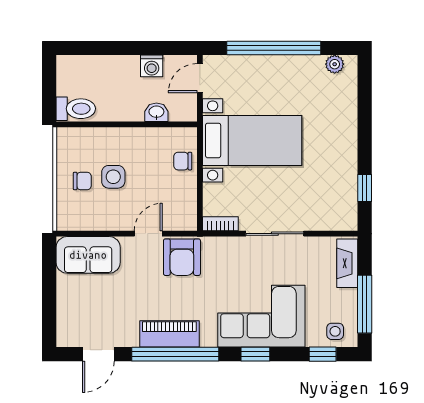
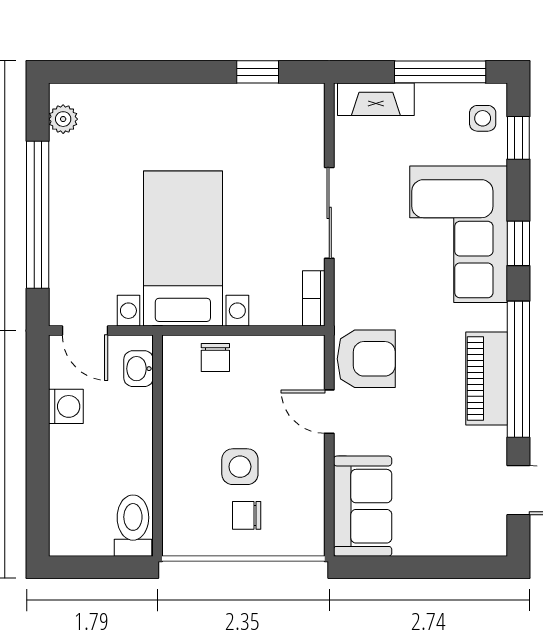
washbasin: (156, 112) -> (139, 369), moved
chair: (82, 181) -> (247, 515), turned -90

